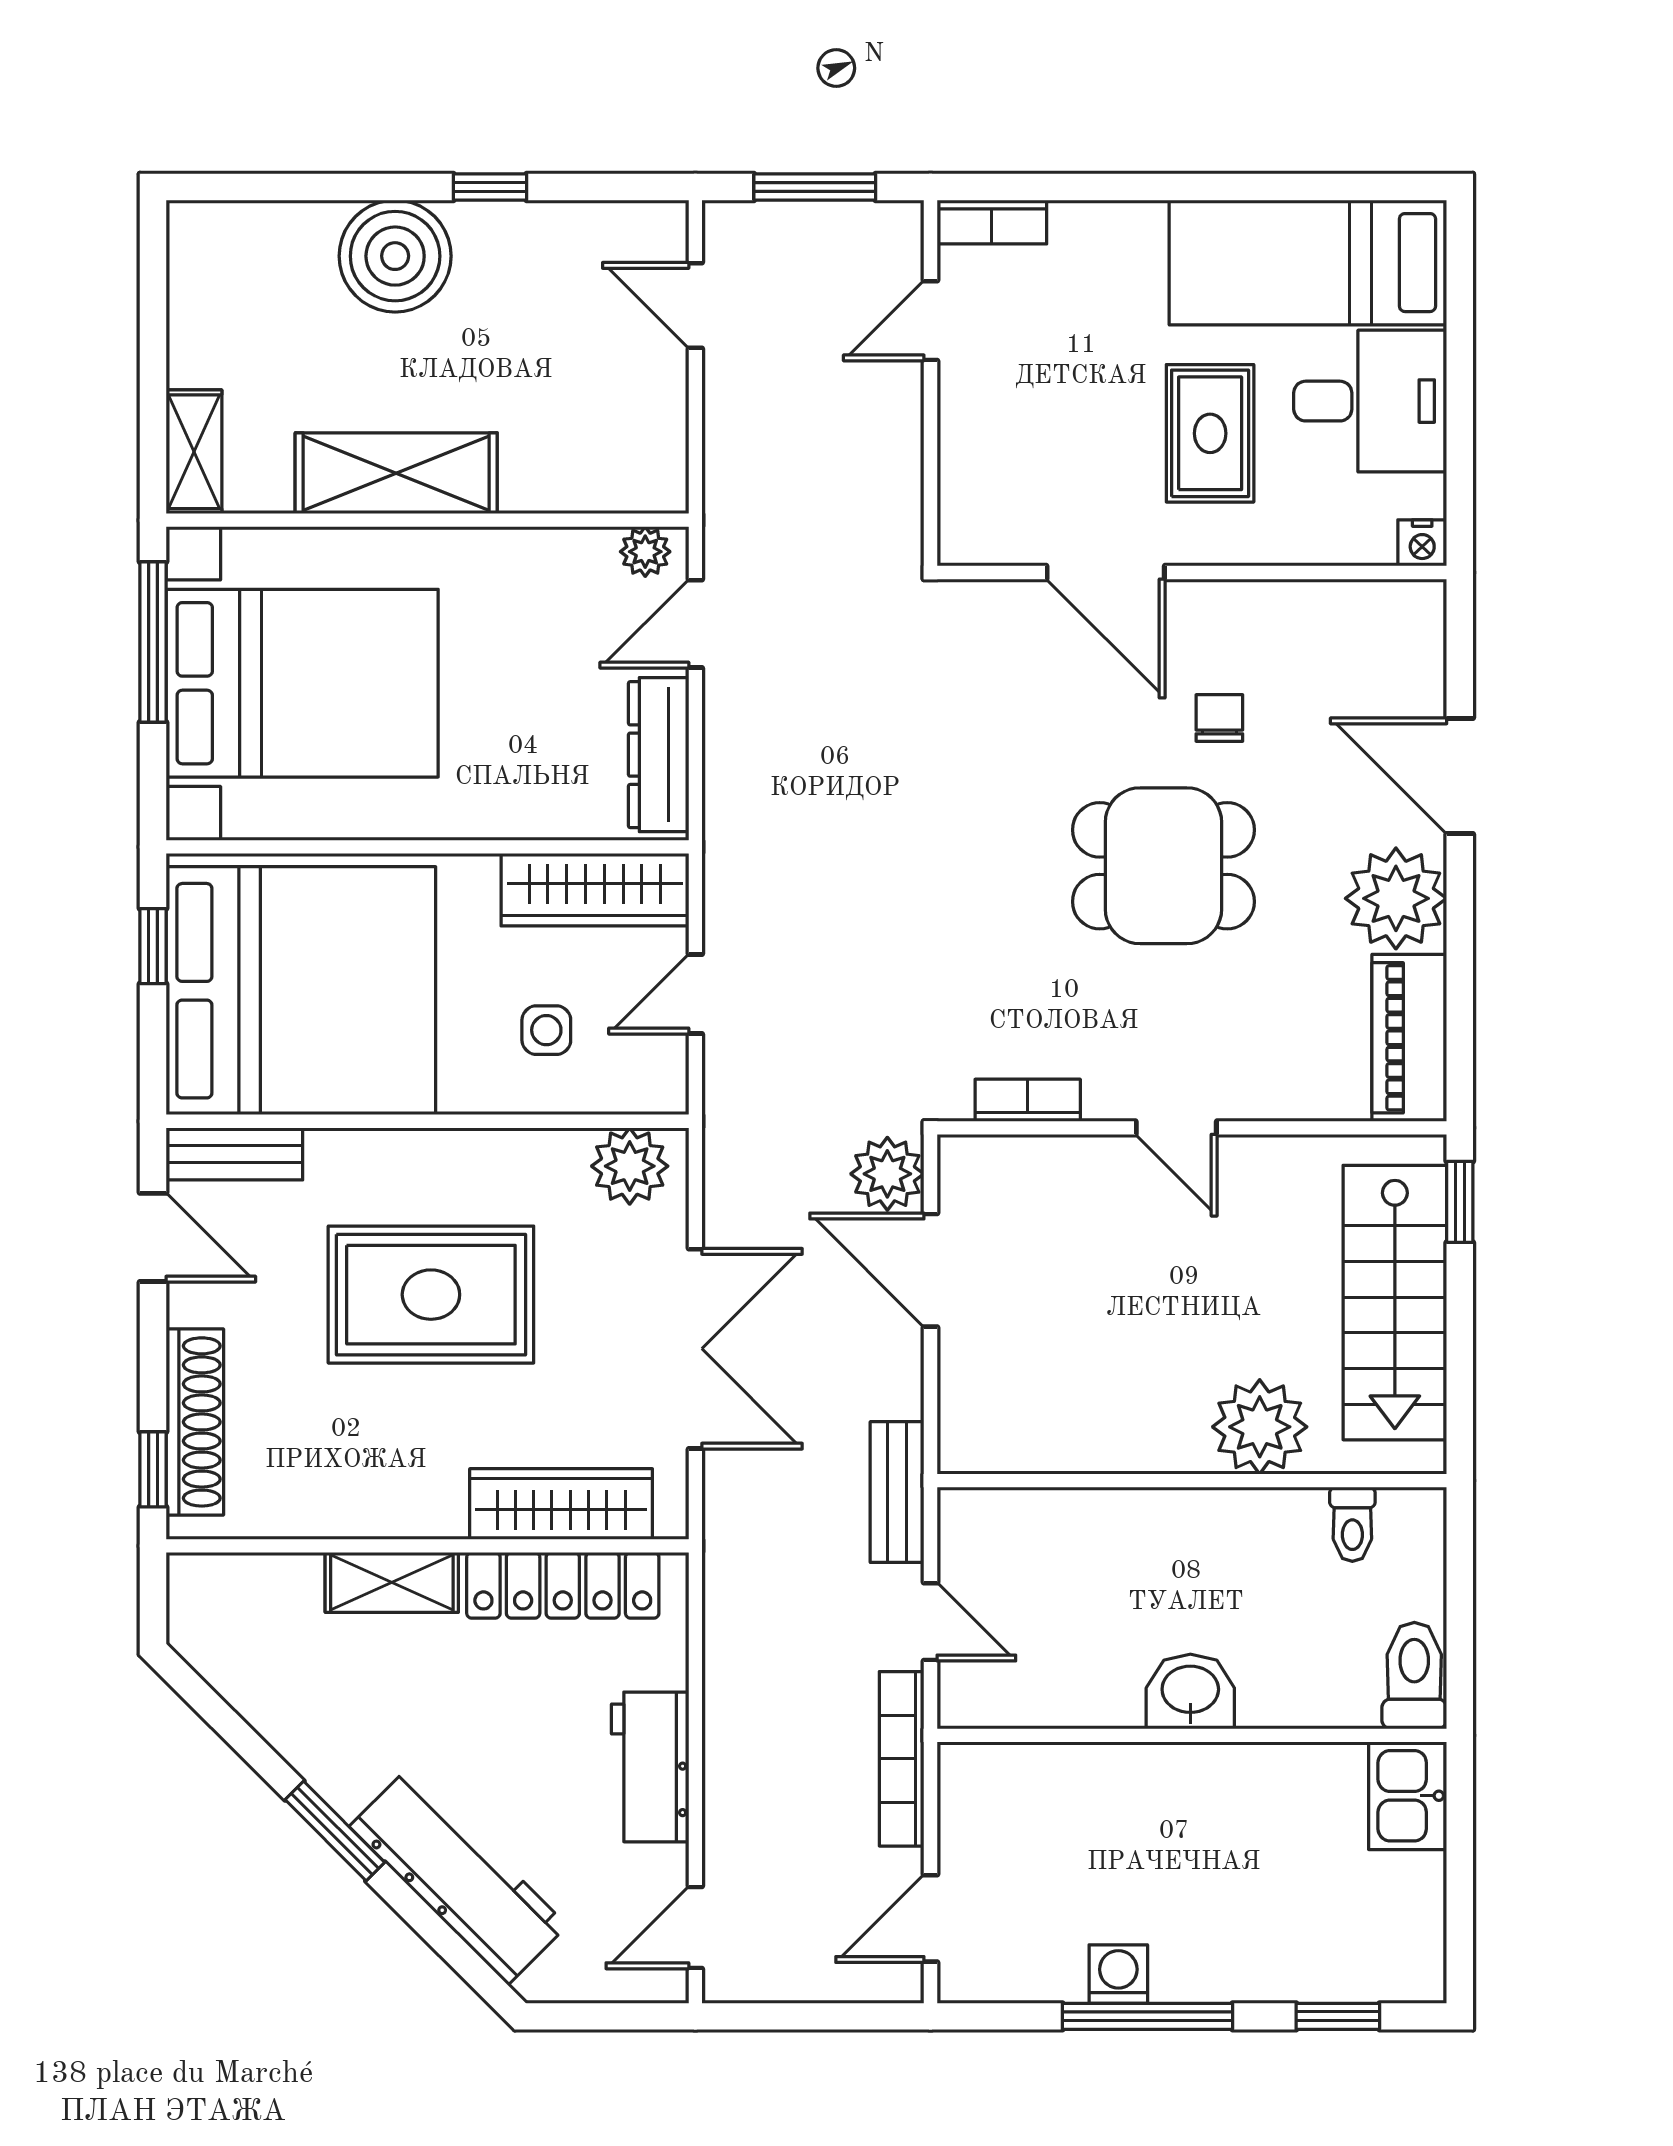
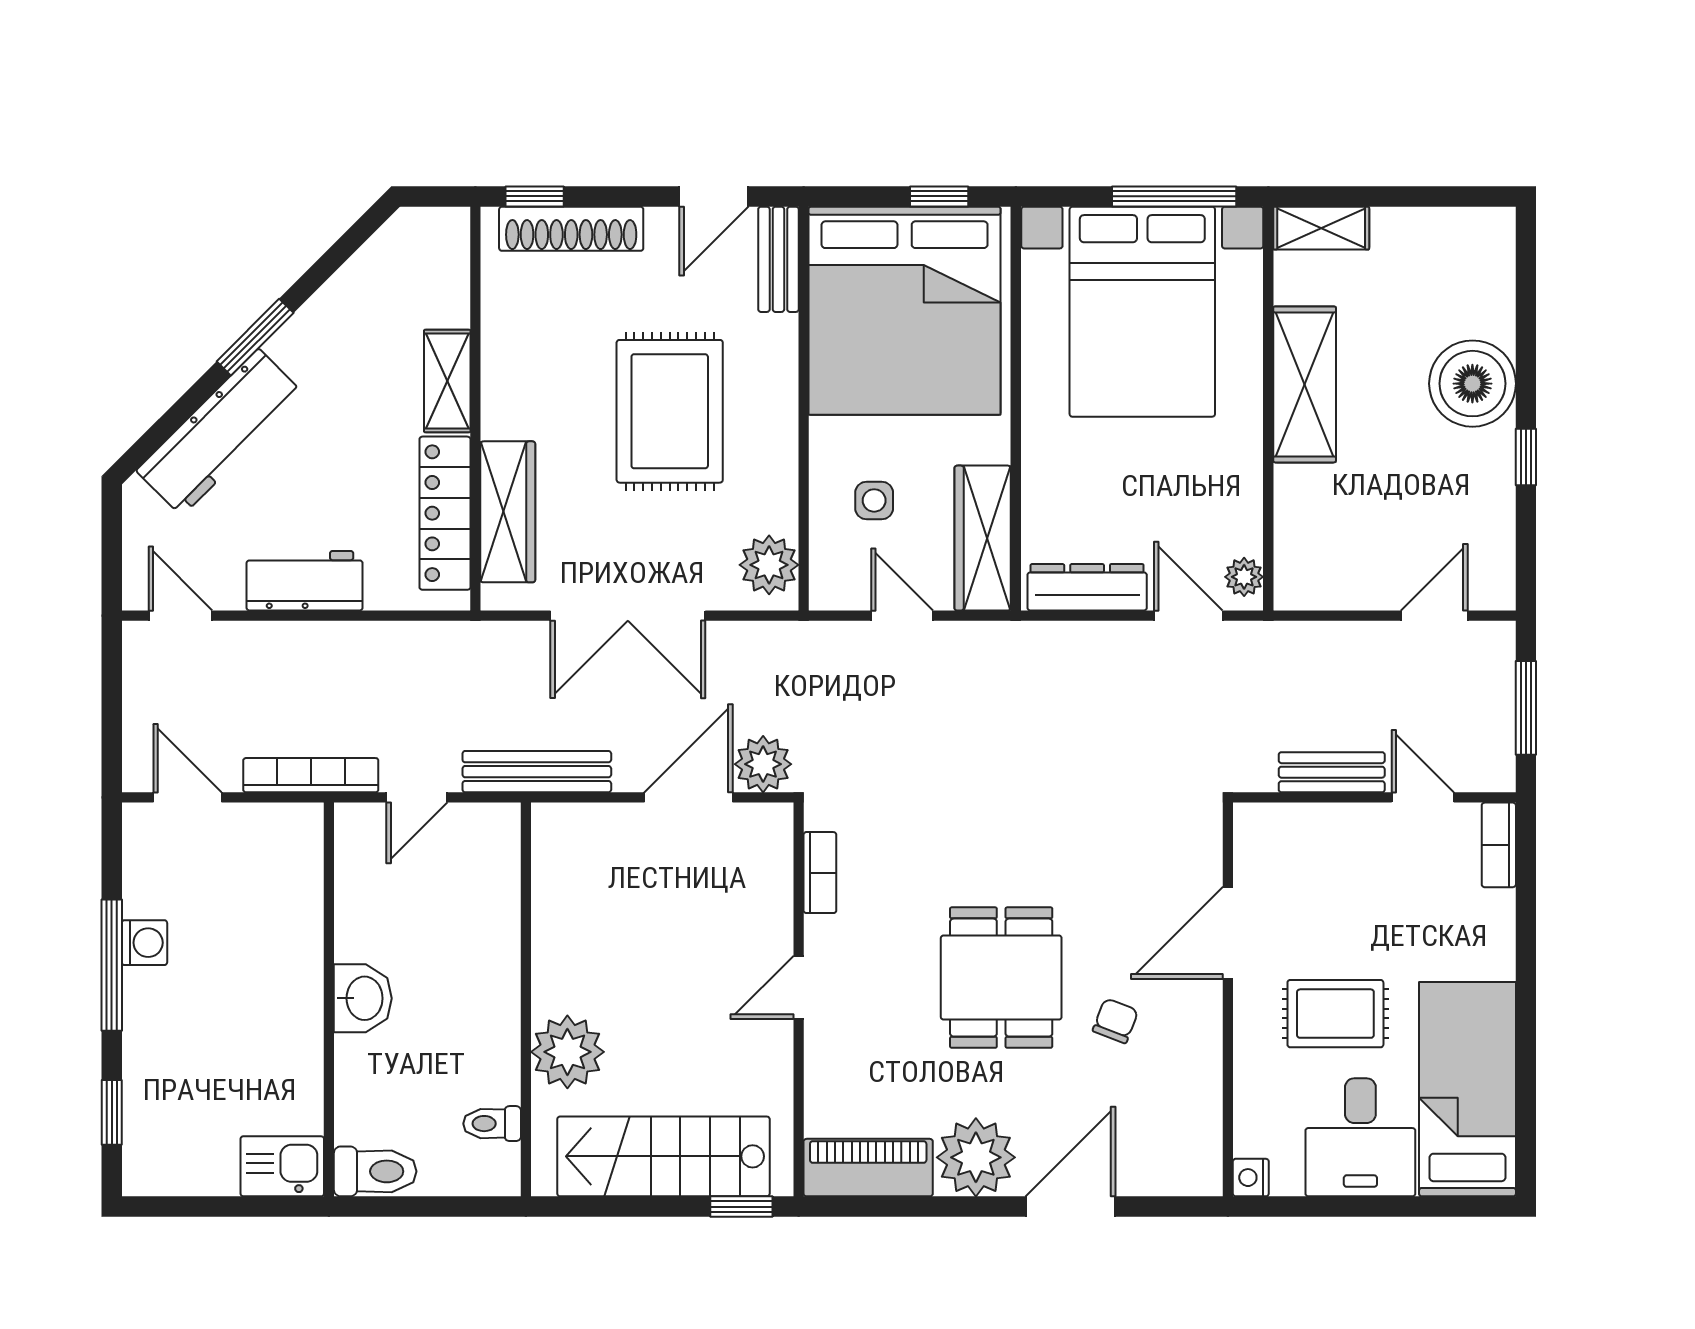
bench: (898, 438) -> (1332, 772), added
chair: (1219, 718) -> (1115, 1021), turned -69
bench: (897, 1492) -> (537, 772), width x1.36

